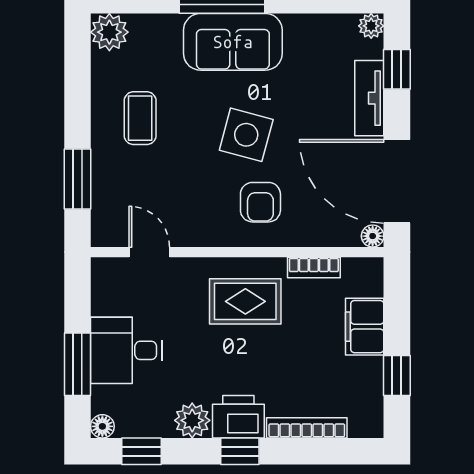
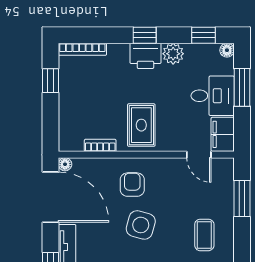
rug: (245, 301) -> (141, 125), turned 90
filing cabinet: (365, 327) -> (223, 134), moved, turned 180
bookcase: (307, 428) -> (82, 49), moved

